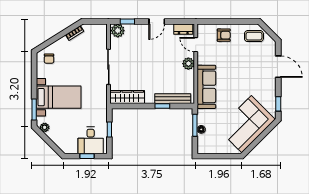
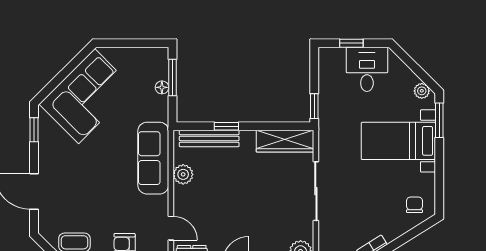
plant: (188, 64) -> (183, 174), moved
window: (195, 125) -> (172, 78), moved
window: (109, 129) -> (314, 106), moved
desk: (91, 140) -> (367, 69), moved

